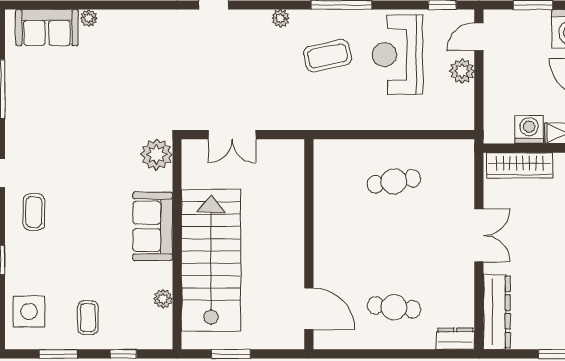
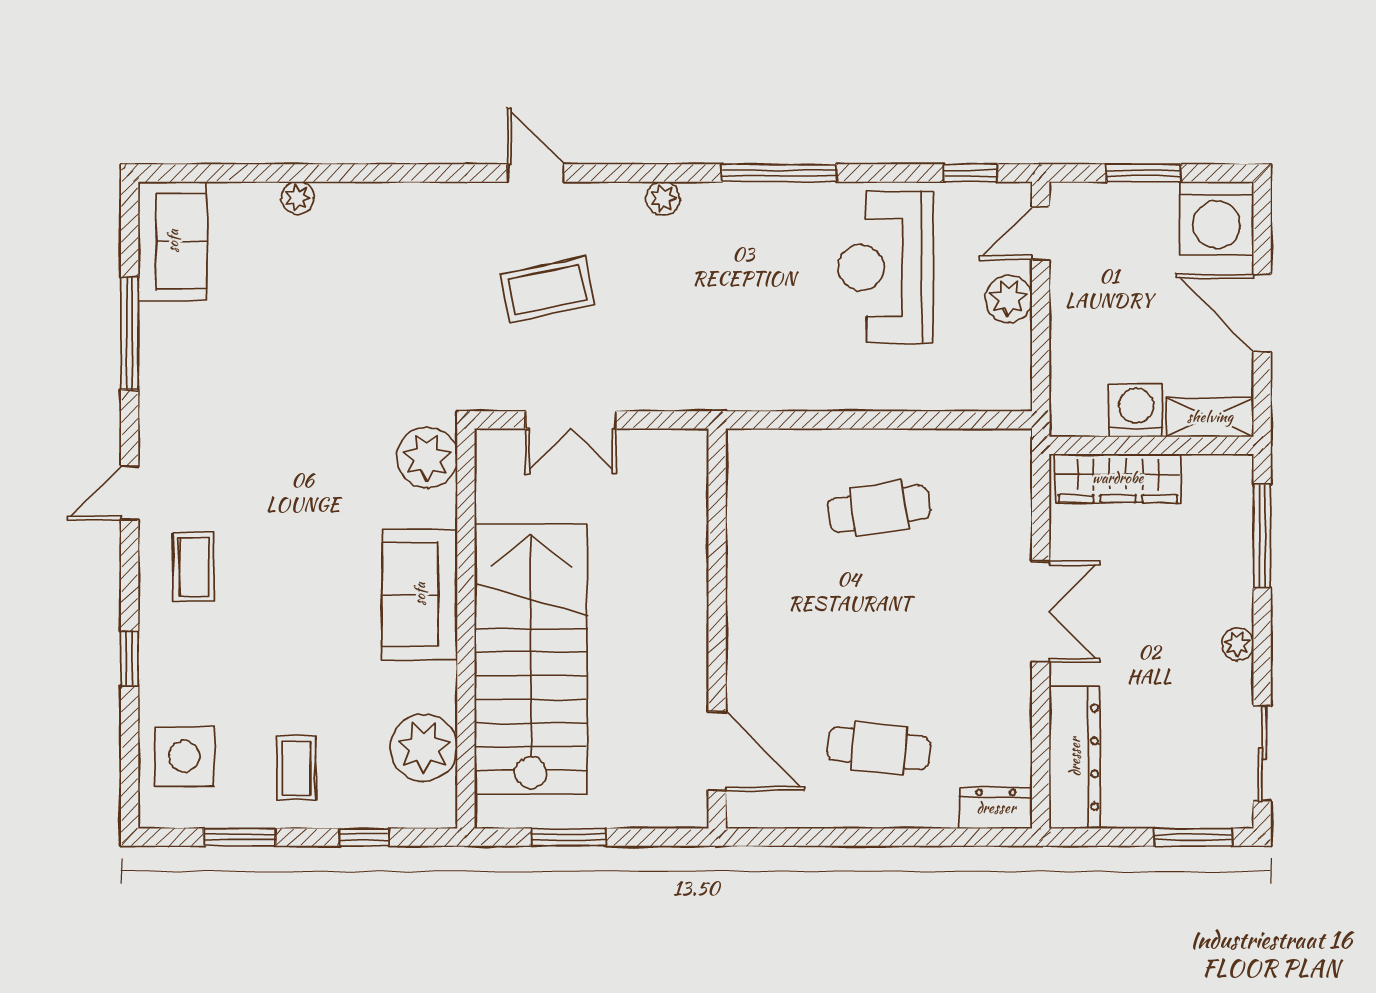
sofa: (47, 28) -> (173, 241), moved, turned -90
coffee table: (328, 56) -> (547, 290), moved
plant: (163, 299) -> (424, 748), width x1.88, depth x1.88

